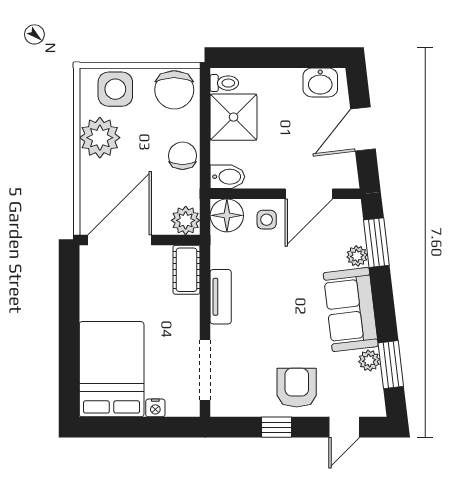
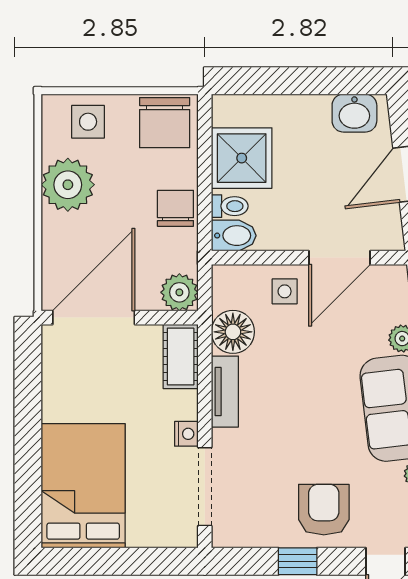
toilet: (224, 83) -> (230, 206), moved
side table: (115, 89) -> (88, 122), width x0.73, depth x0.73
floor lamp: (227, 215) -> (233, 332), moved
nightstand: (155, 408) -> (186, 434), moved, turned -90

